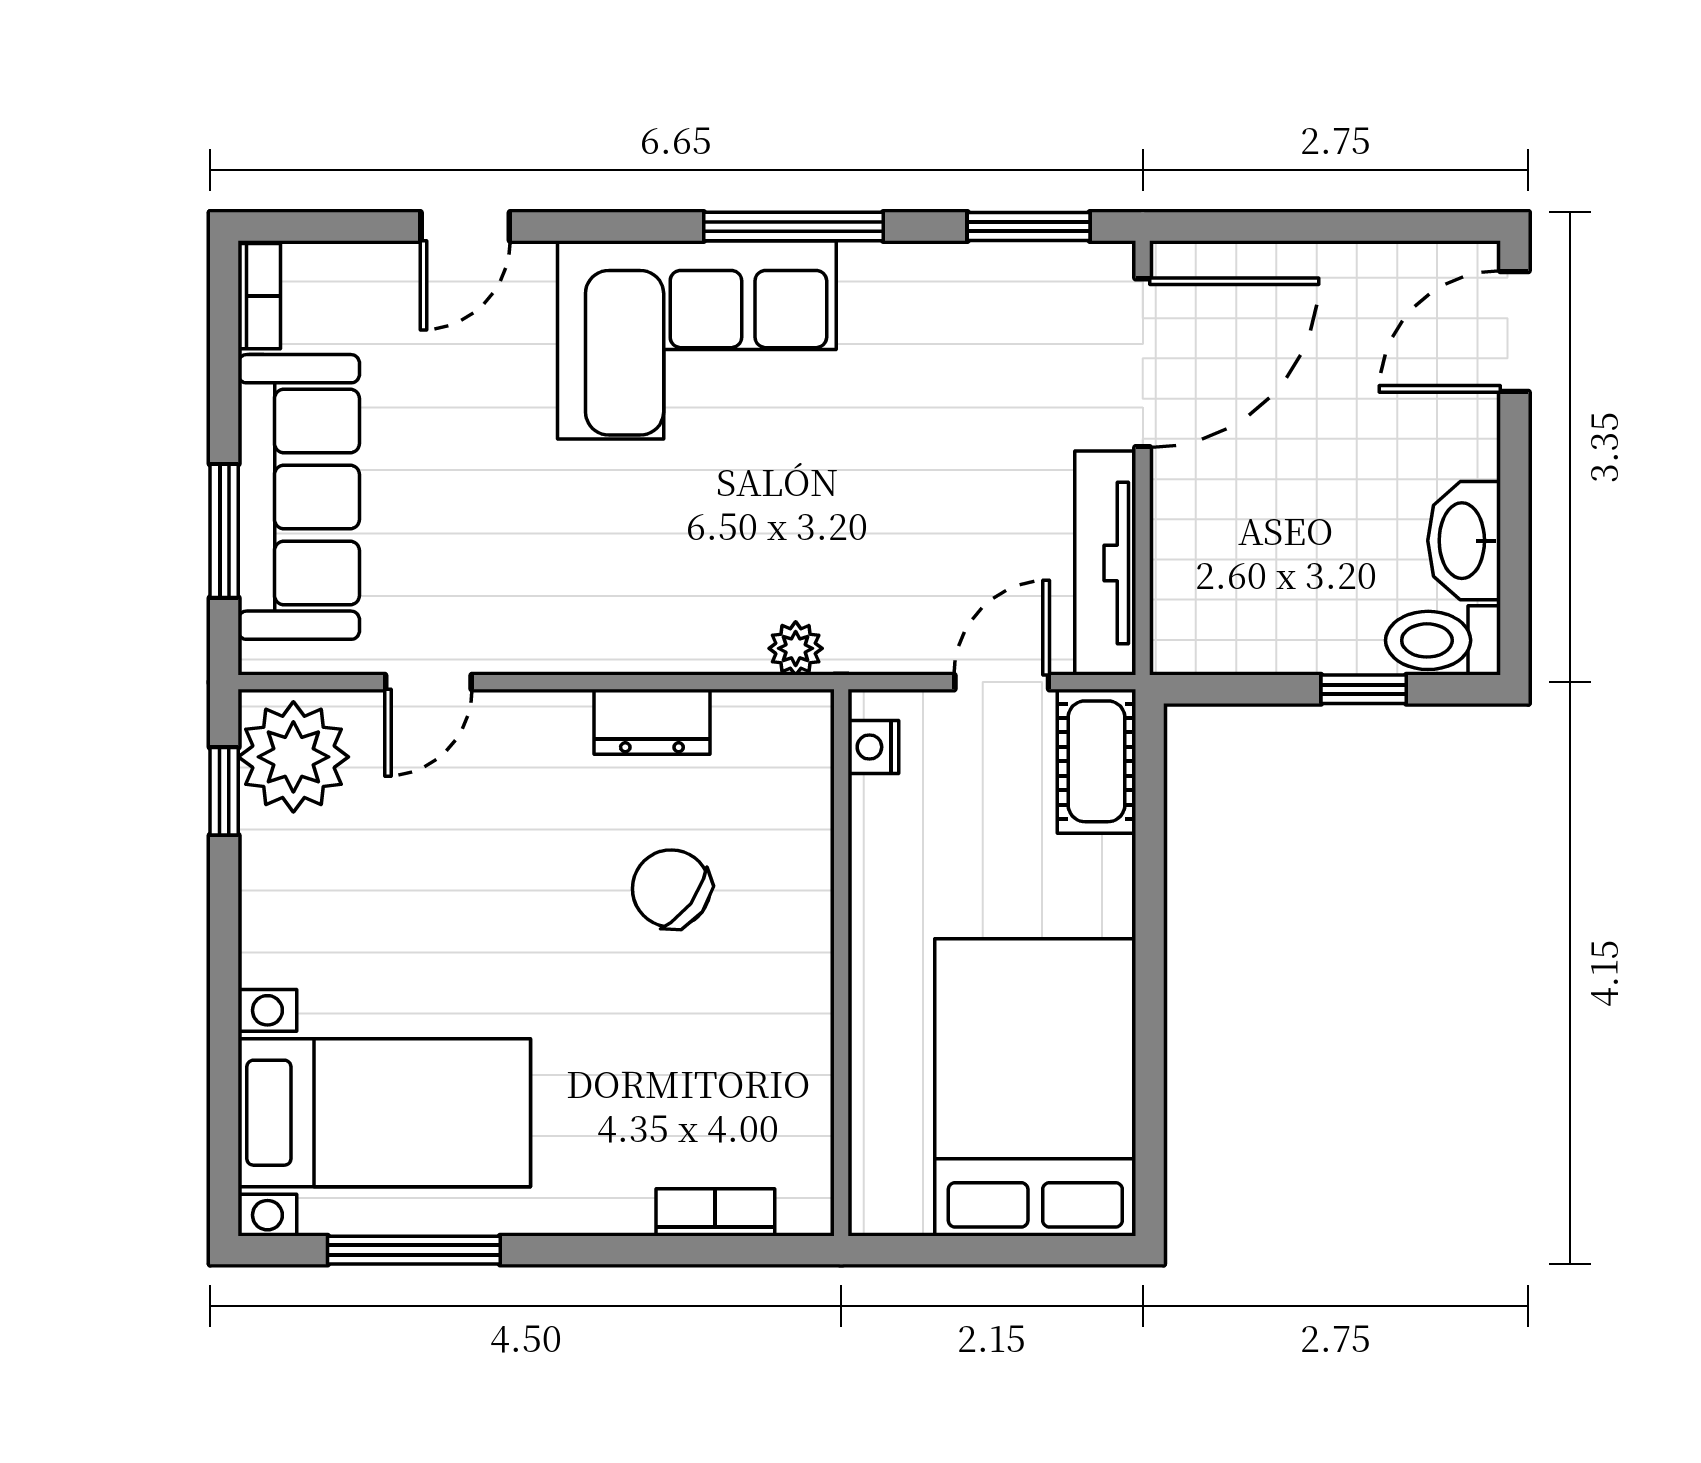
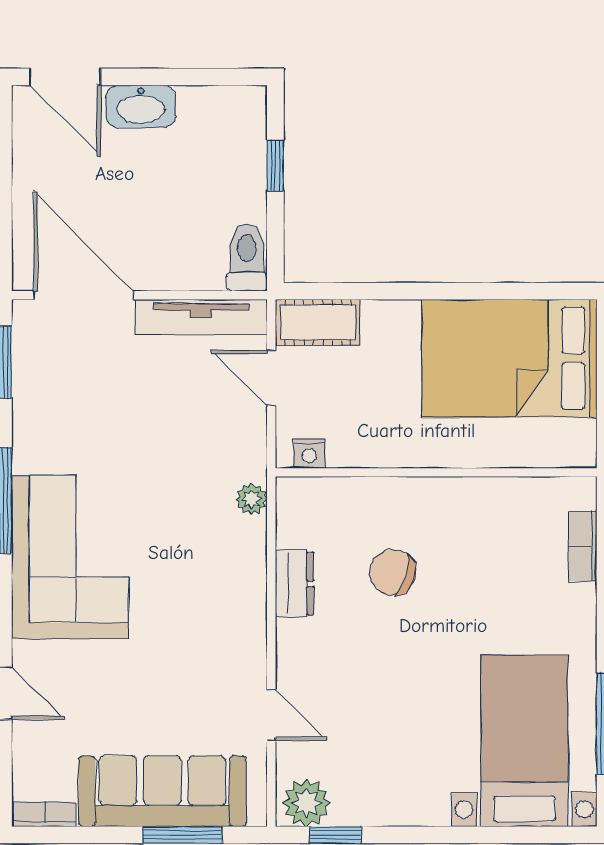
washbasin: (1464, 541) -> (141, 106), moved
toilet: (1443, 640) -> (247, 257), moved, turned 180
plant: (293, 757) -> (307, 803), width x0.73, depth x0.73
chair: (671, 889) -> (393, 572), turned 71

